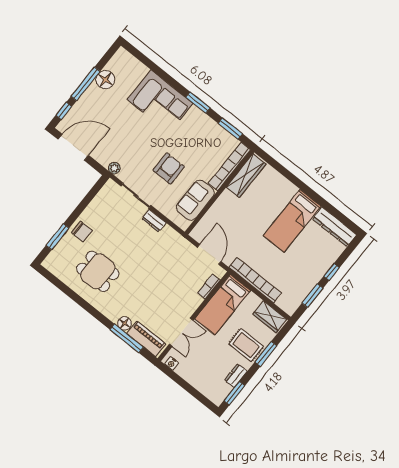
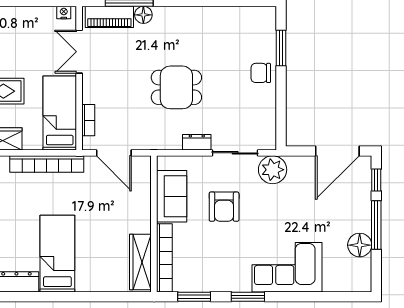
plant: (114, 168) -> (273, 170), width x1.87, depth x1.87
dining table: (98, 271) -> (176, 87), moved

